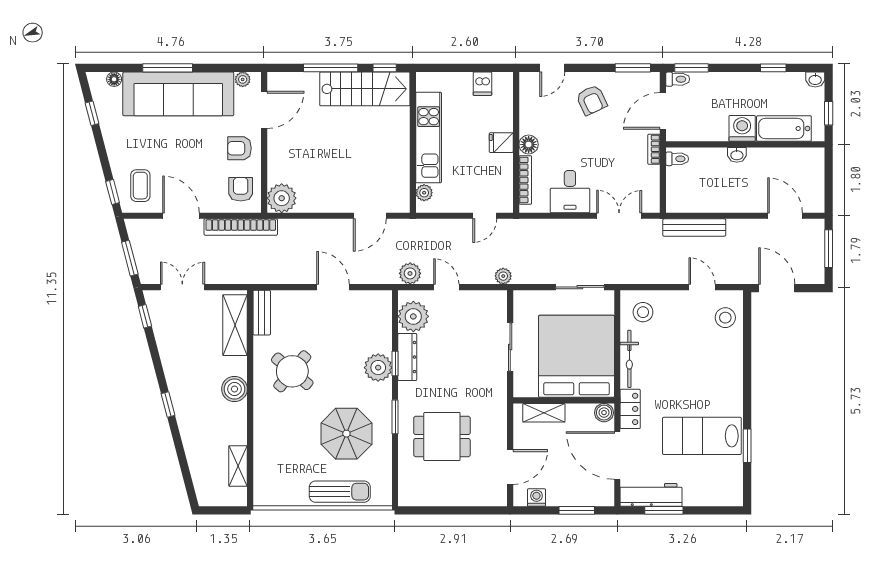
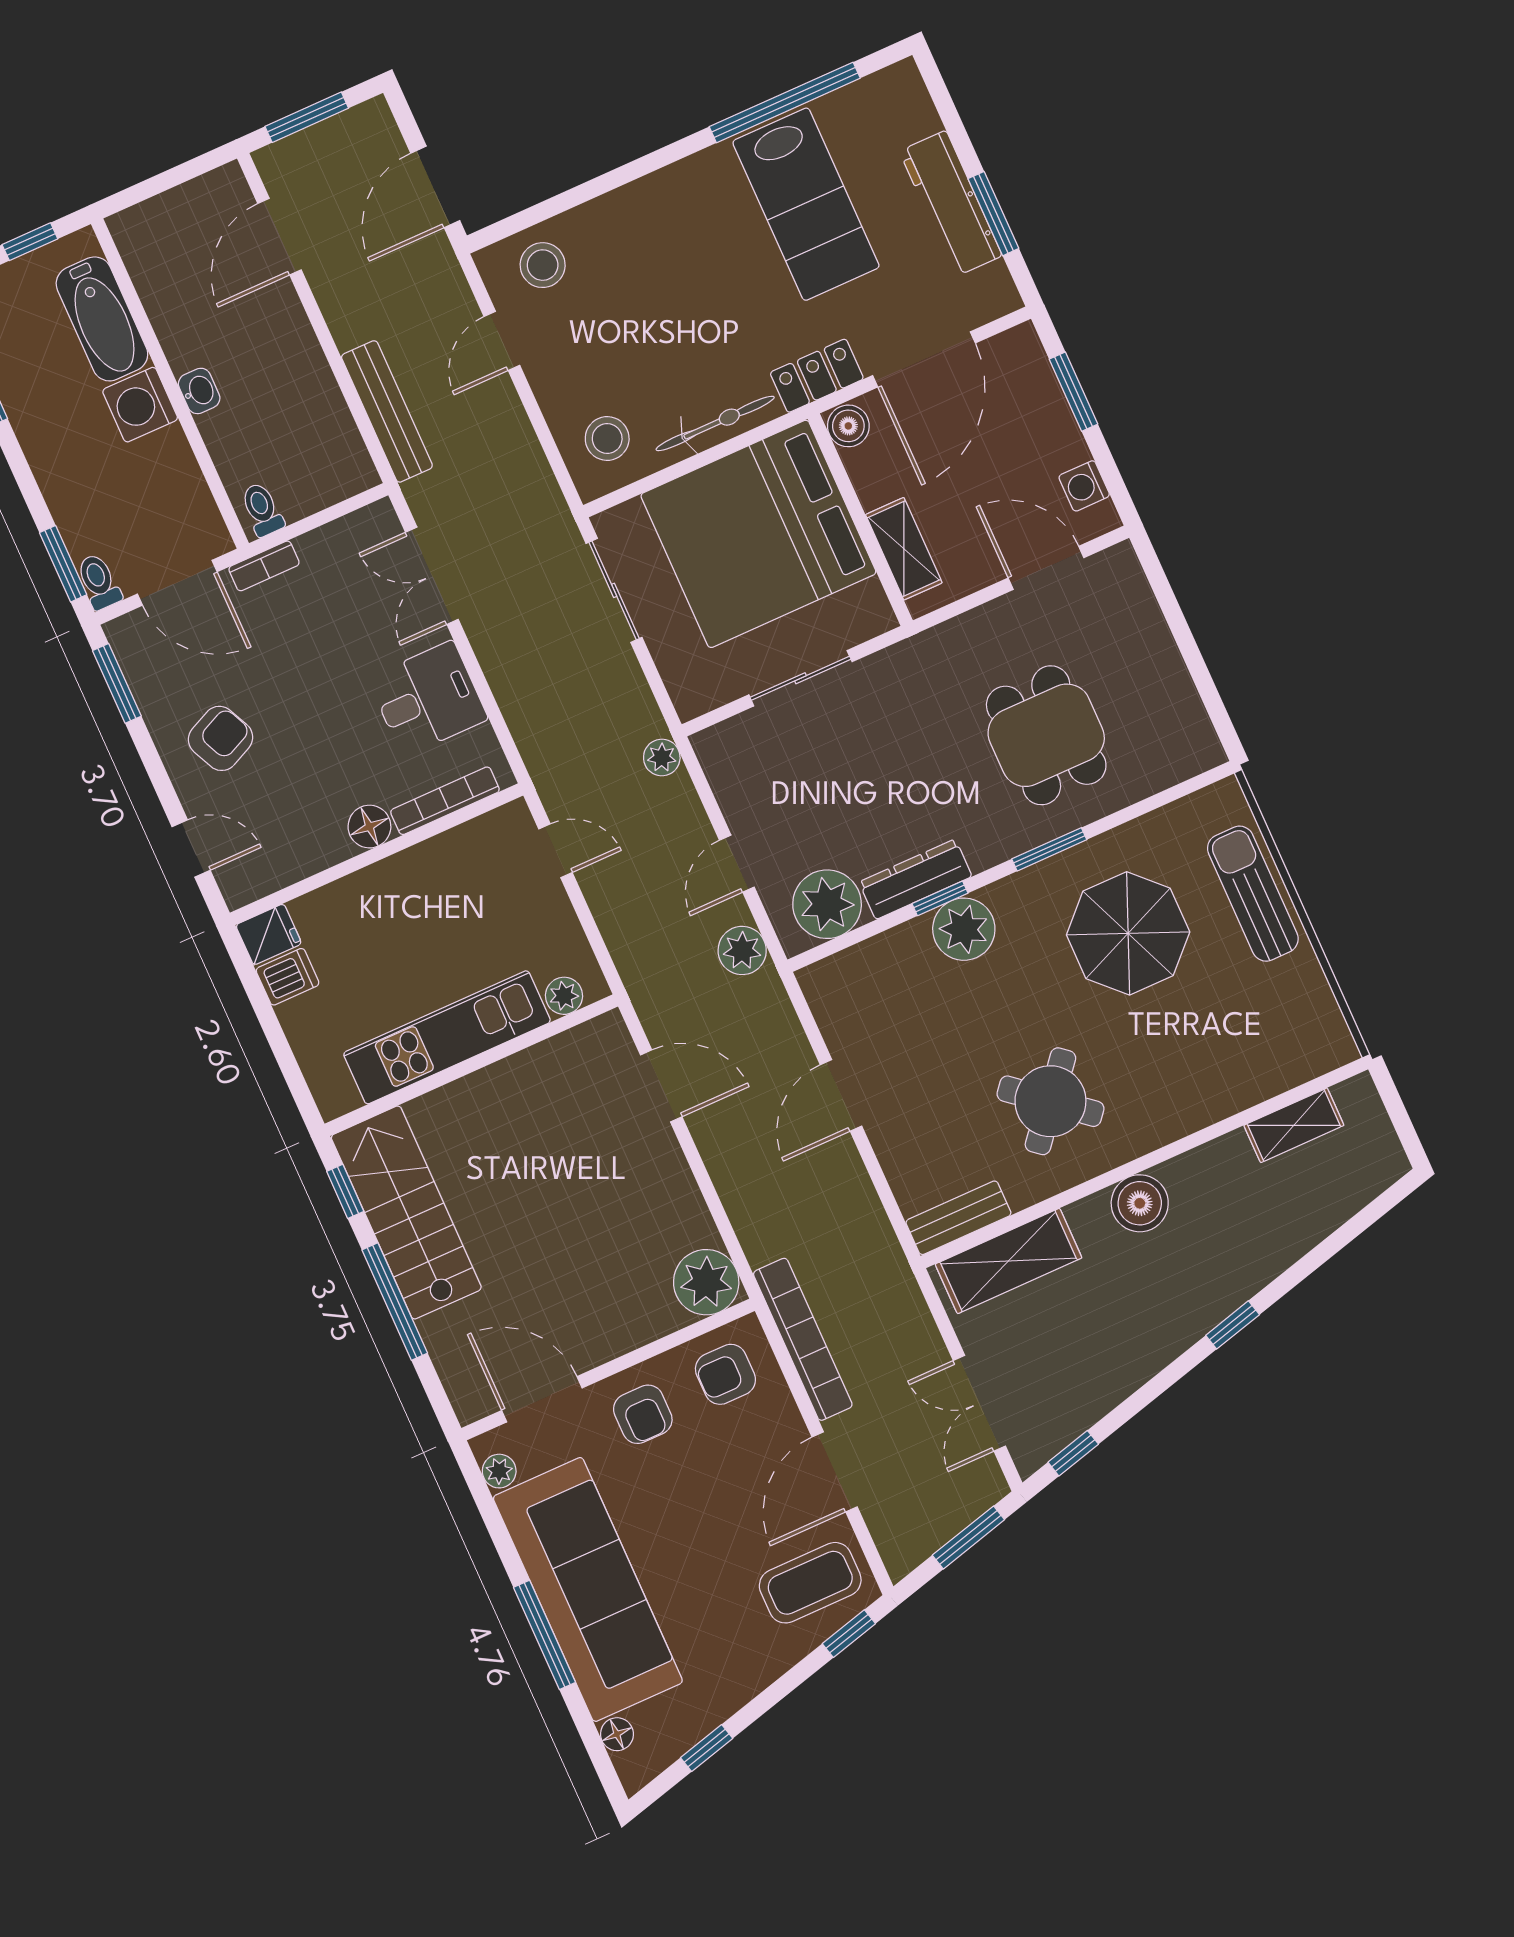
fridge: (501, 143) -> (269, 934), moved, turned -90
coffee table: (140, 186) -> (810, 1583), width x1.36, depth x1.30
window: (747, 446) -> (785, 102), width x2.11
workbench: (651, 495) -> (951, 203), moved

